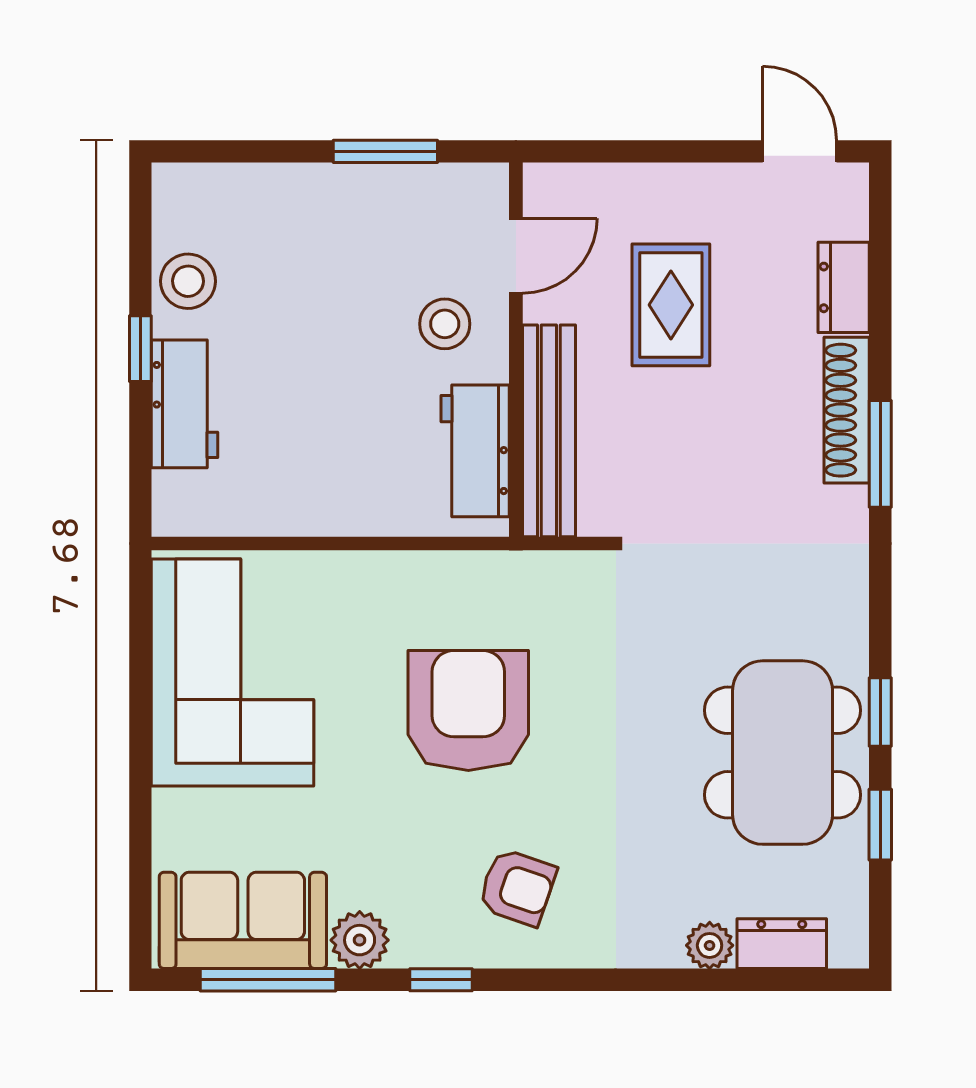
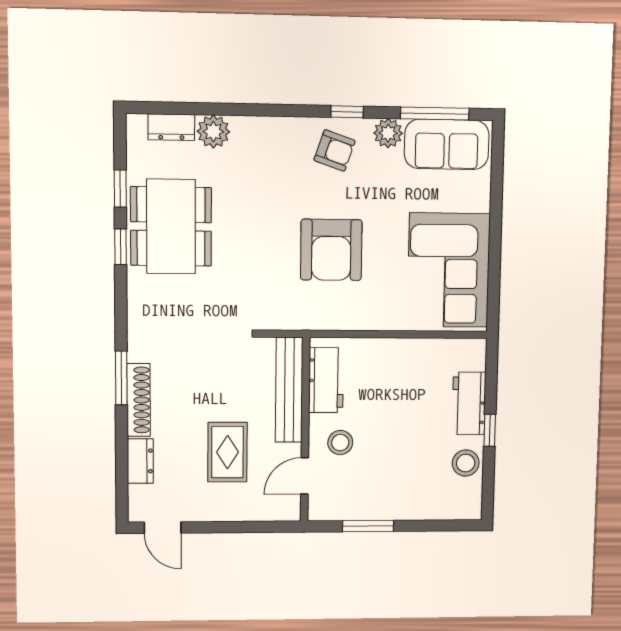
armchair: (517, 887) -> (335, 150), moved, turned 180
plant: (710, 945) -> (213, 132), width x1.38, depth x1.38

